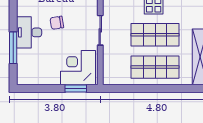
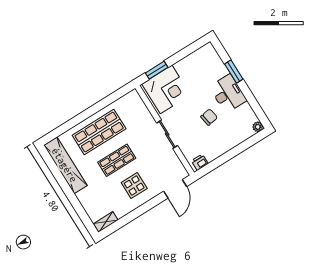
shop shelf: (155, 35) -> (117, 160), width x0.70, depth x0.74
window: (13, 48) -> (234, 71), width x0.69

